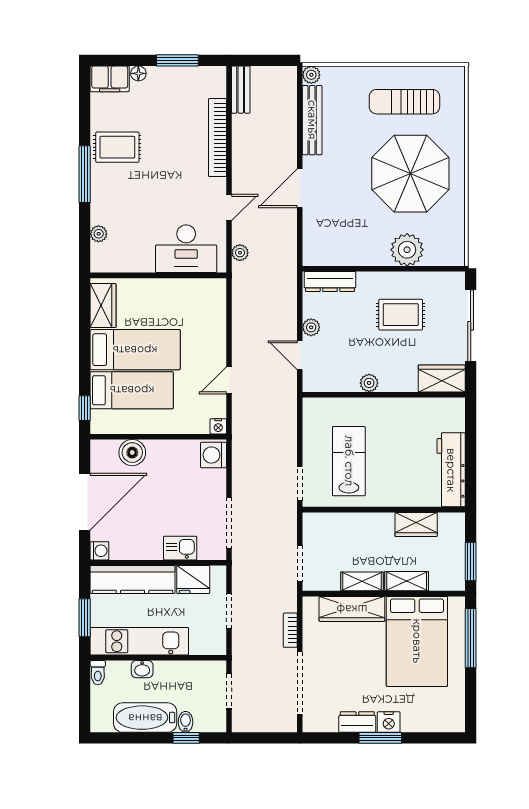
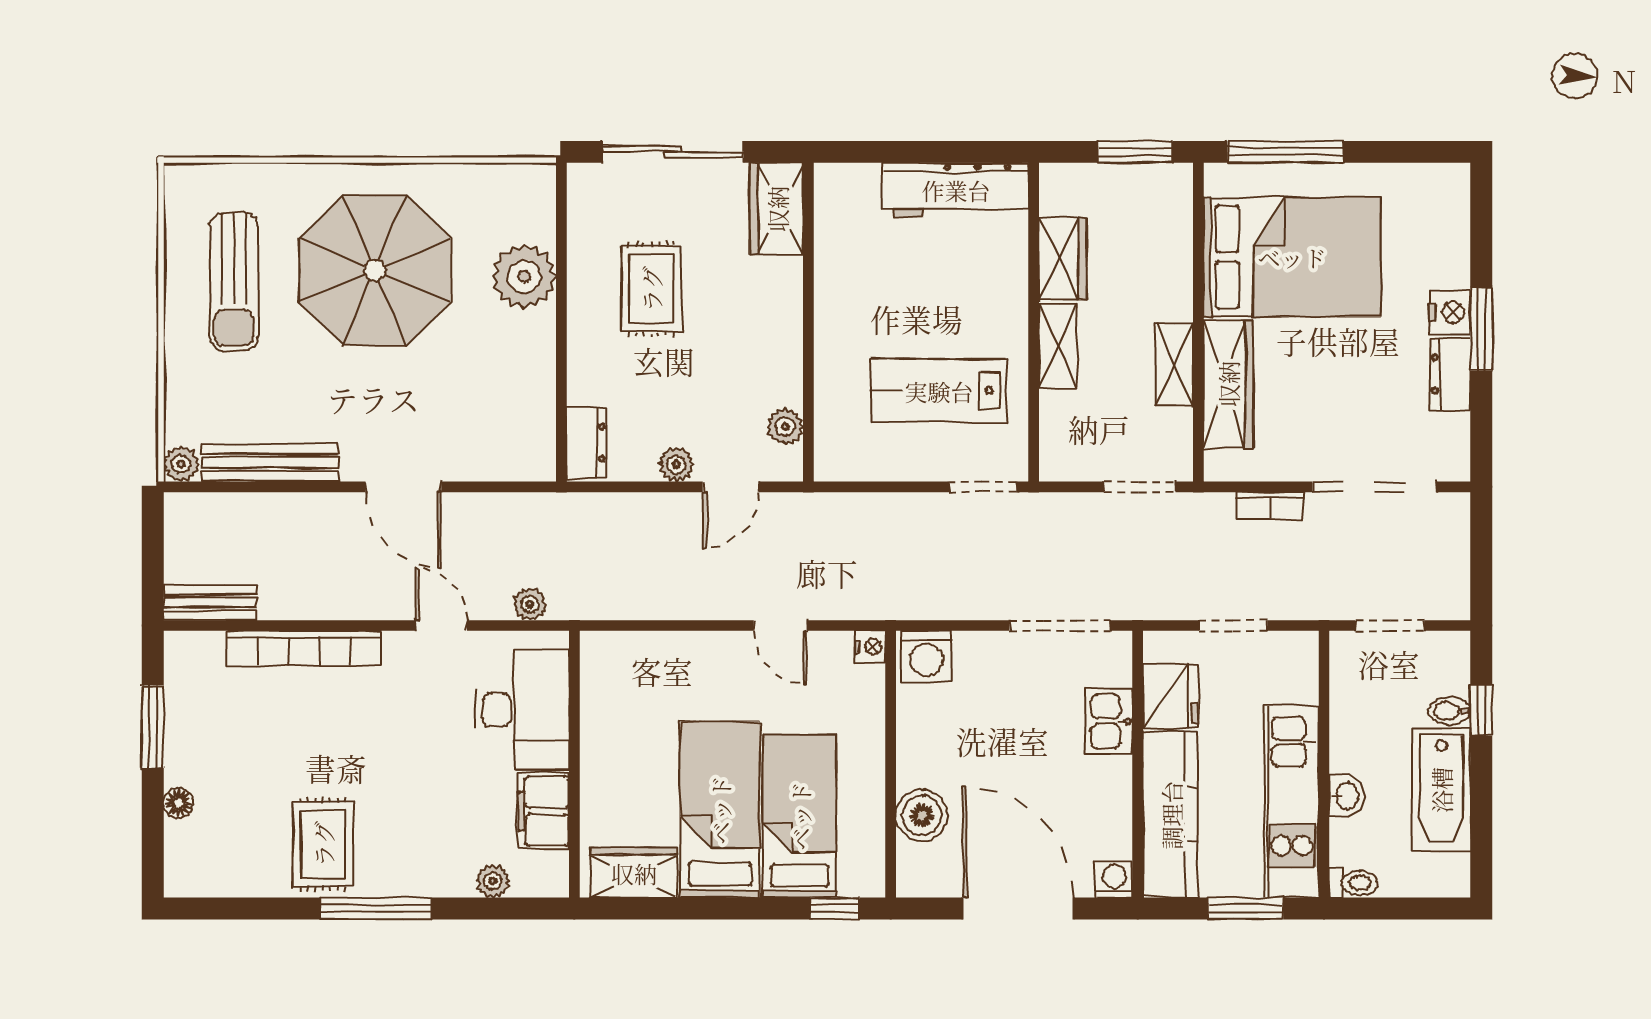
filing cabinet: (110, 79) -> (544, 811), moved, turned 180
dresser: (330, 281) -> (586, 443), width x0.70
plant: (369, 383) -> (785, 427), moved
shelving: (407, 581) -> (1058, 346), moved

